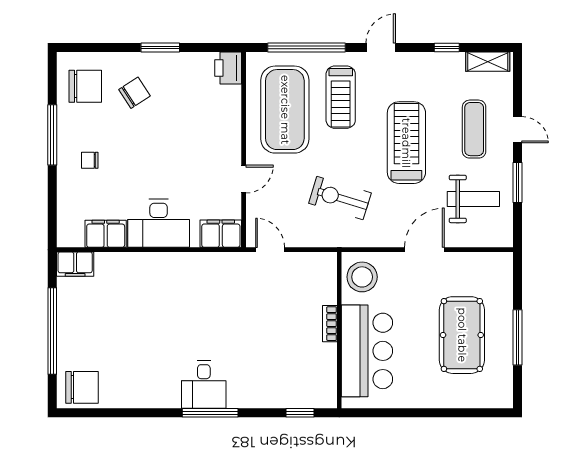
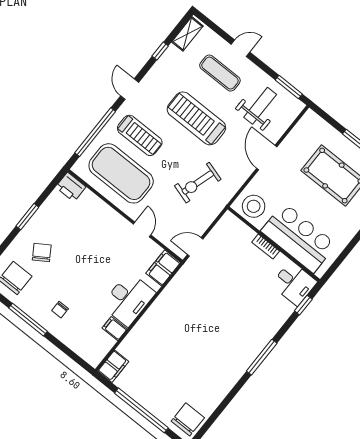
window: (518, 183) -> (289, 87), moved
filing cabinet: (106, 234) -> (115, 329), width x0.50
desk: (204, 385) -> (294, 283), moved

